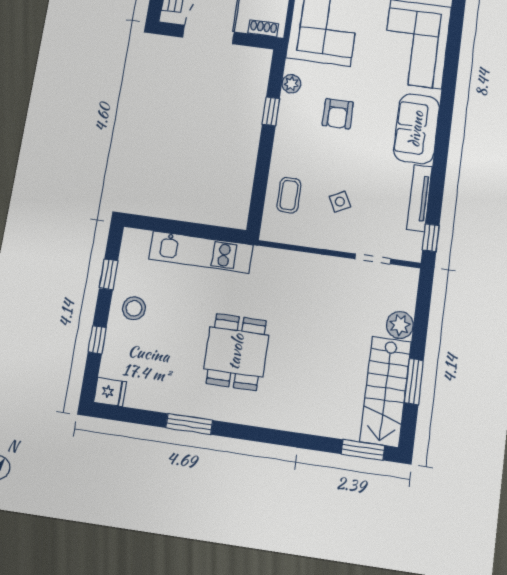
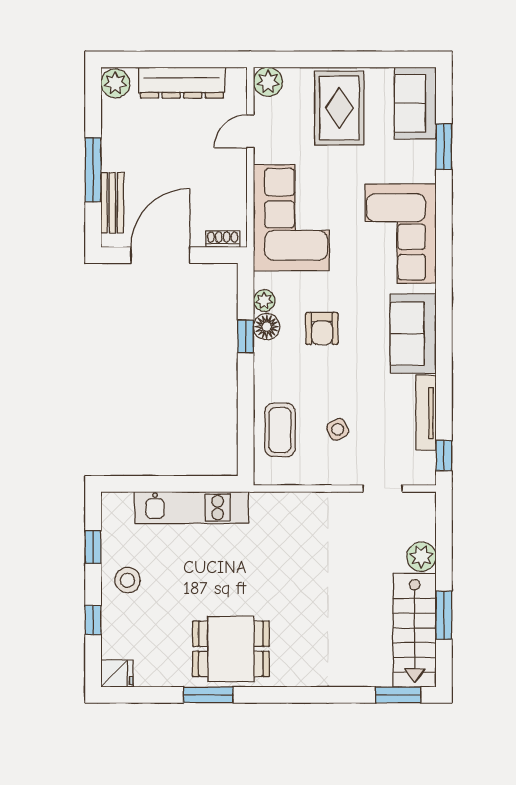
floor lamp: (290, 106) -> (267, 327), added
coffee table: (289, 195) -> (280, 430), width x1.36, depth x1.30
dining table: (236, 352) -> (231, 649), moved, turned 90

